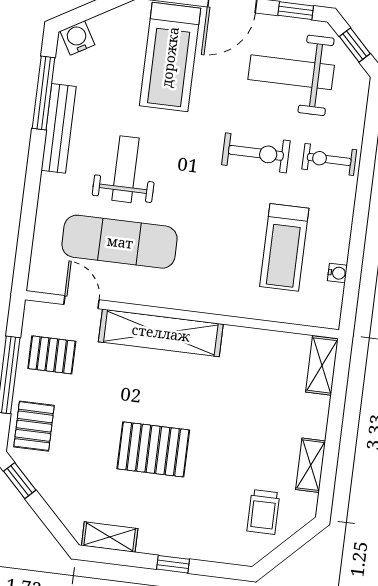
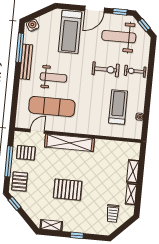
weight bench: (126, 169) -> (53, 77), turned 90
treadmill: (284, 247) -> (118, 107), turned 180
door: (82, 302) -> (37, 131), hinge flipped
shelving: (322, 365) -> (133, 171), moved

